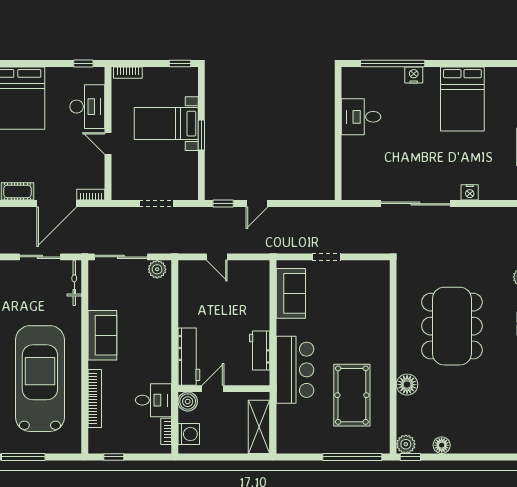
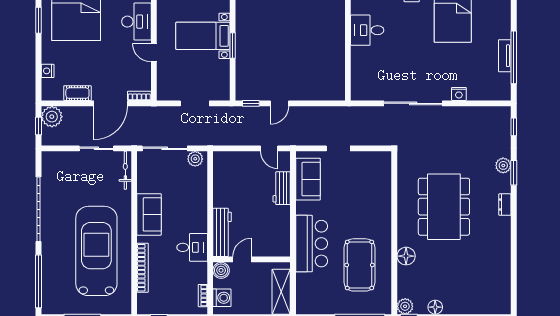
door: (217, 257) -> (269, 148), moved
workbench: (260, 351) -> (282, 188), moved
desk: (153, 400) -> (192, 247), moved

